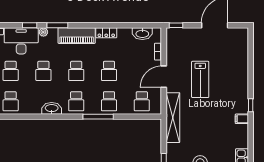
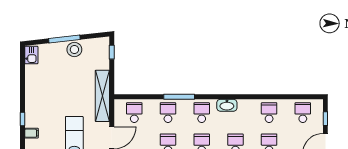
window: (251, 105) -> (22, 119), moved
filing cabinet: (242, 119) -> (32, 133), moved

